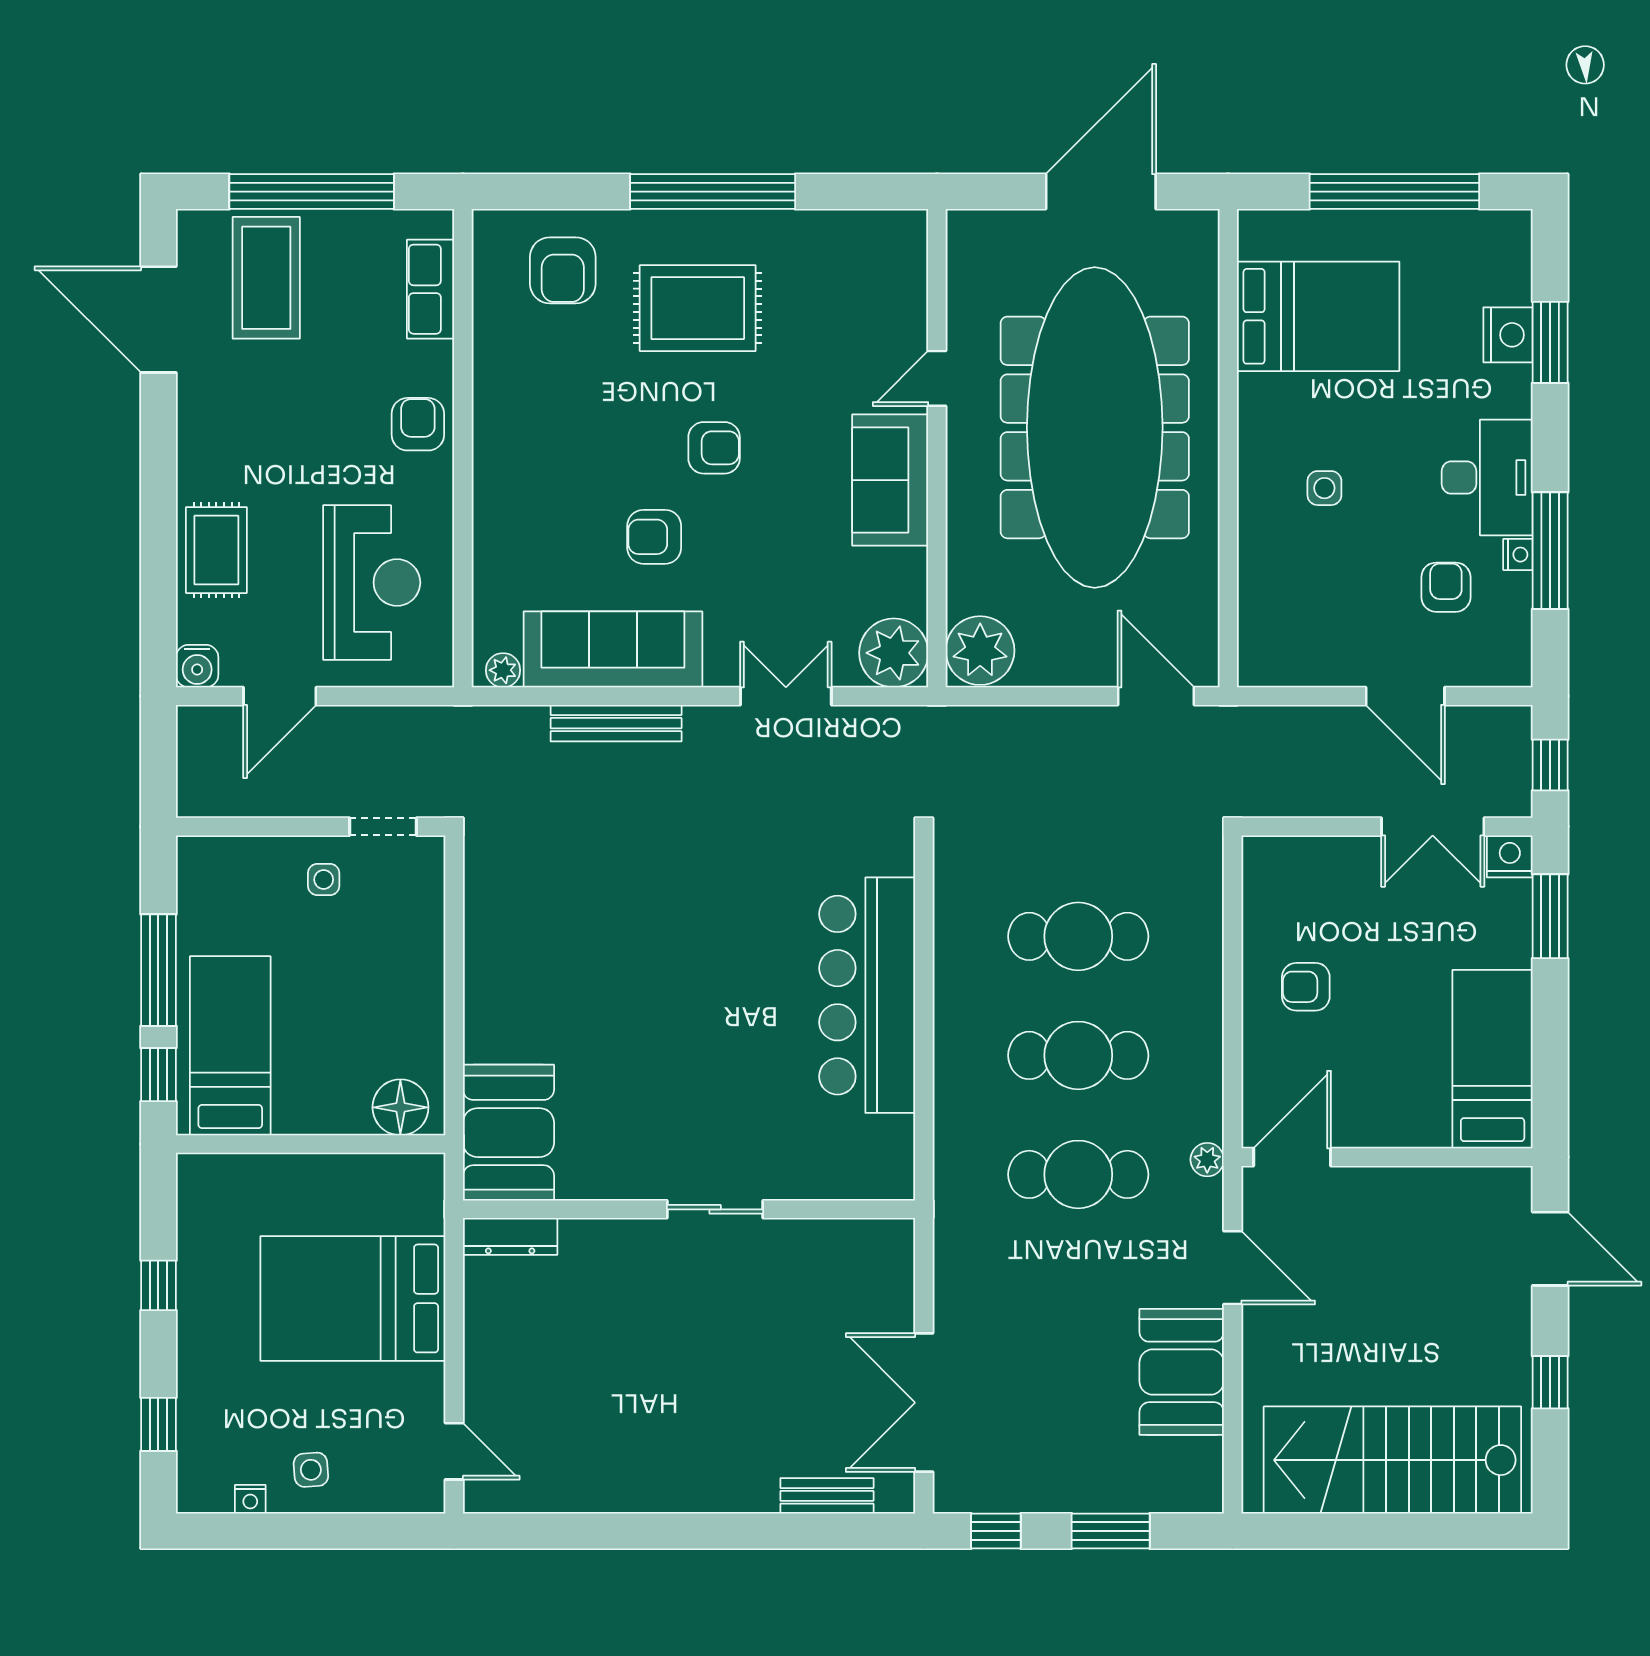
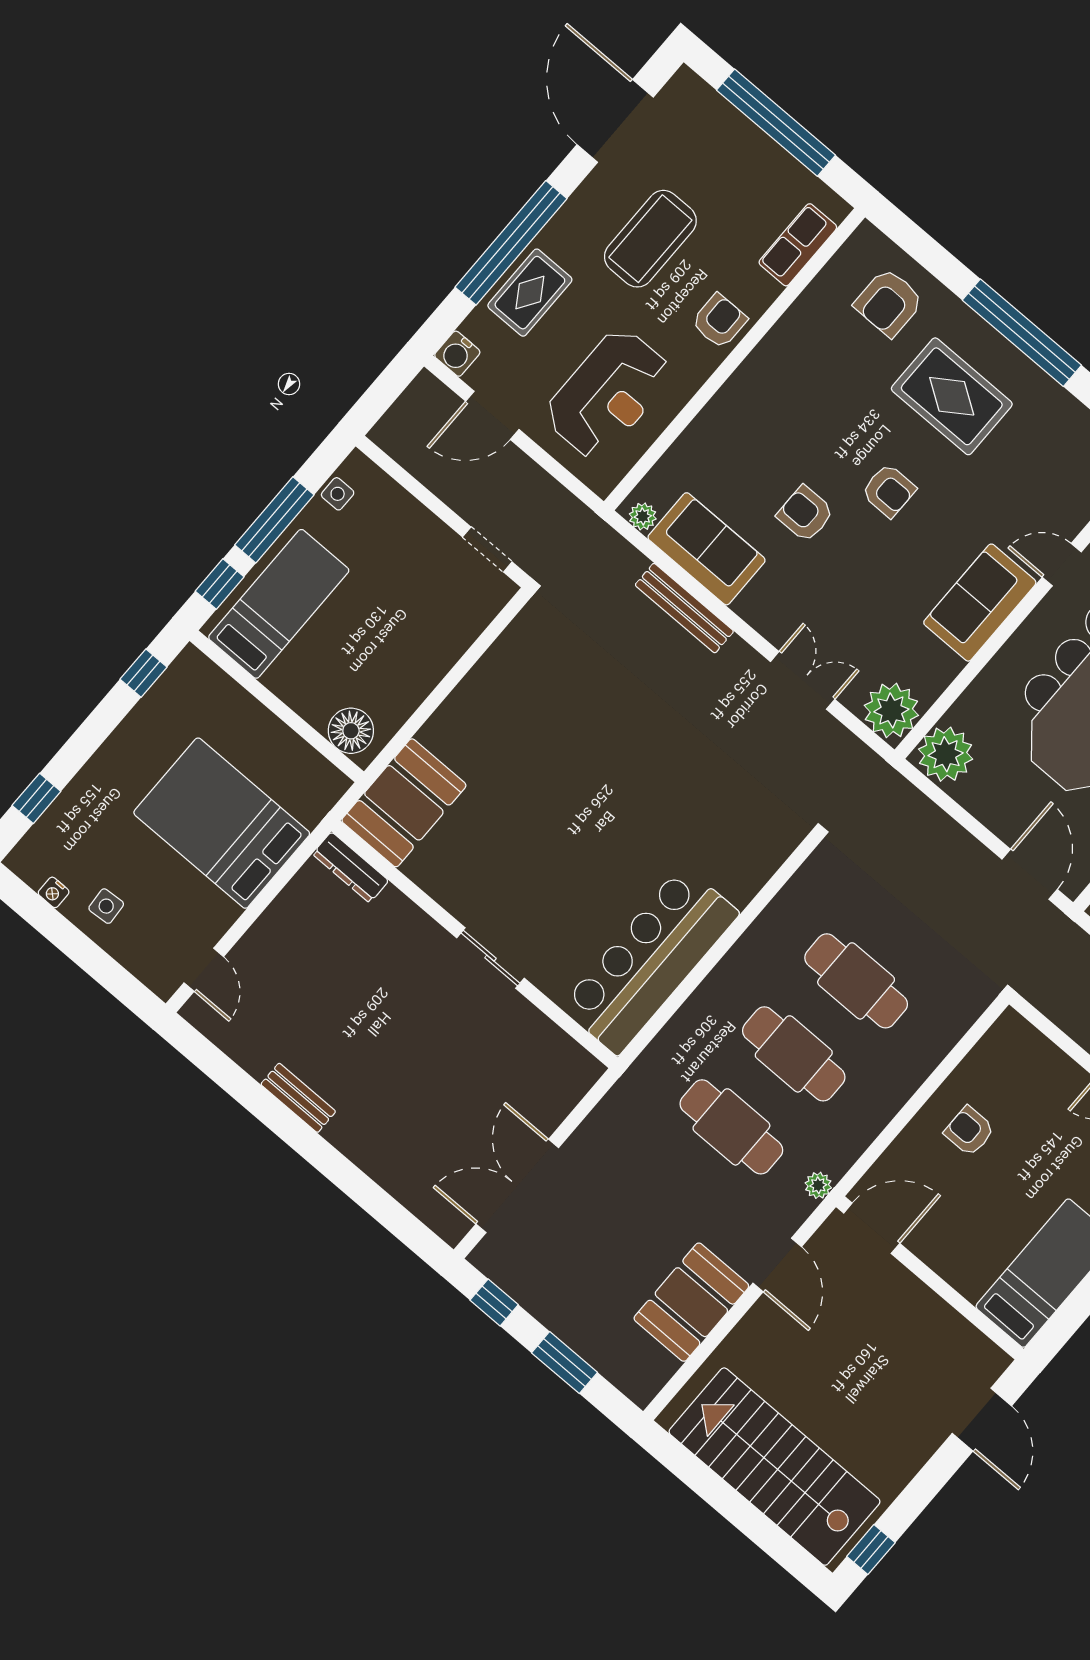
coffee table: (266, 278) -> (650, 239), moved
window: (158, 518) -> (511, 243), added
sofa: (613, 649) -> (707, 549), width x0.73
side table: (324, 880) -> (338, 494), moved
bar counter: (867, 995) -> (650, 960), moved
window: (158, 1285) -> (144, 673), moved
window: (1550, 1382) -> (871, 1549), moved
bench: (827, 1496) -> (298, 1098), moved

